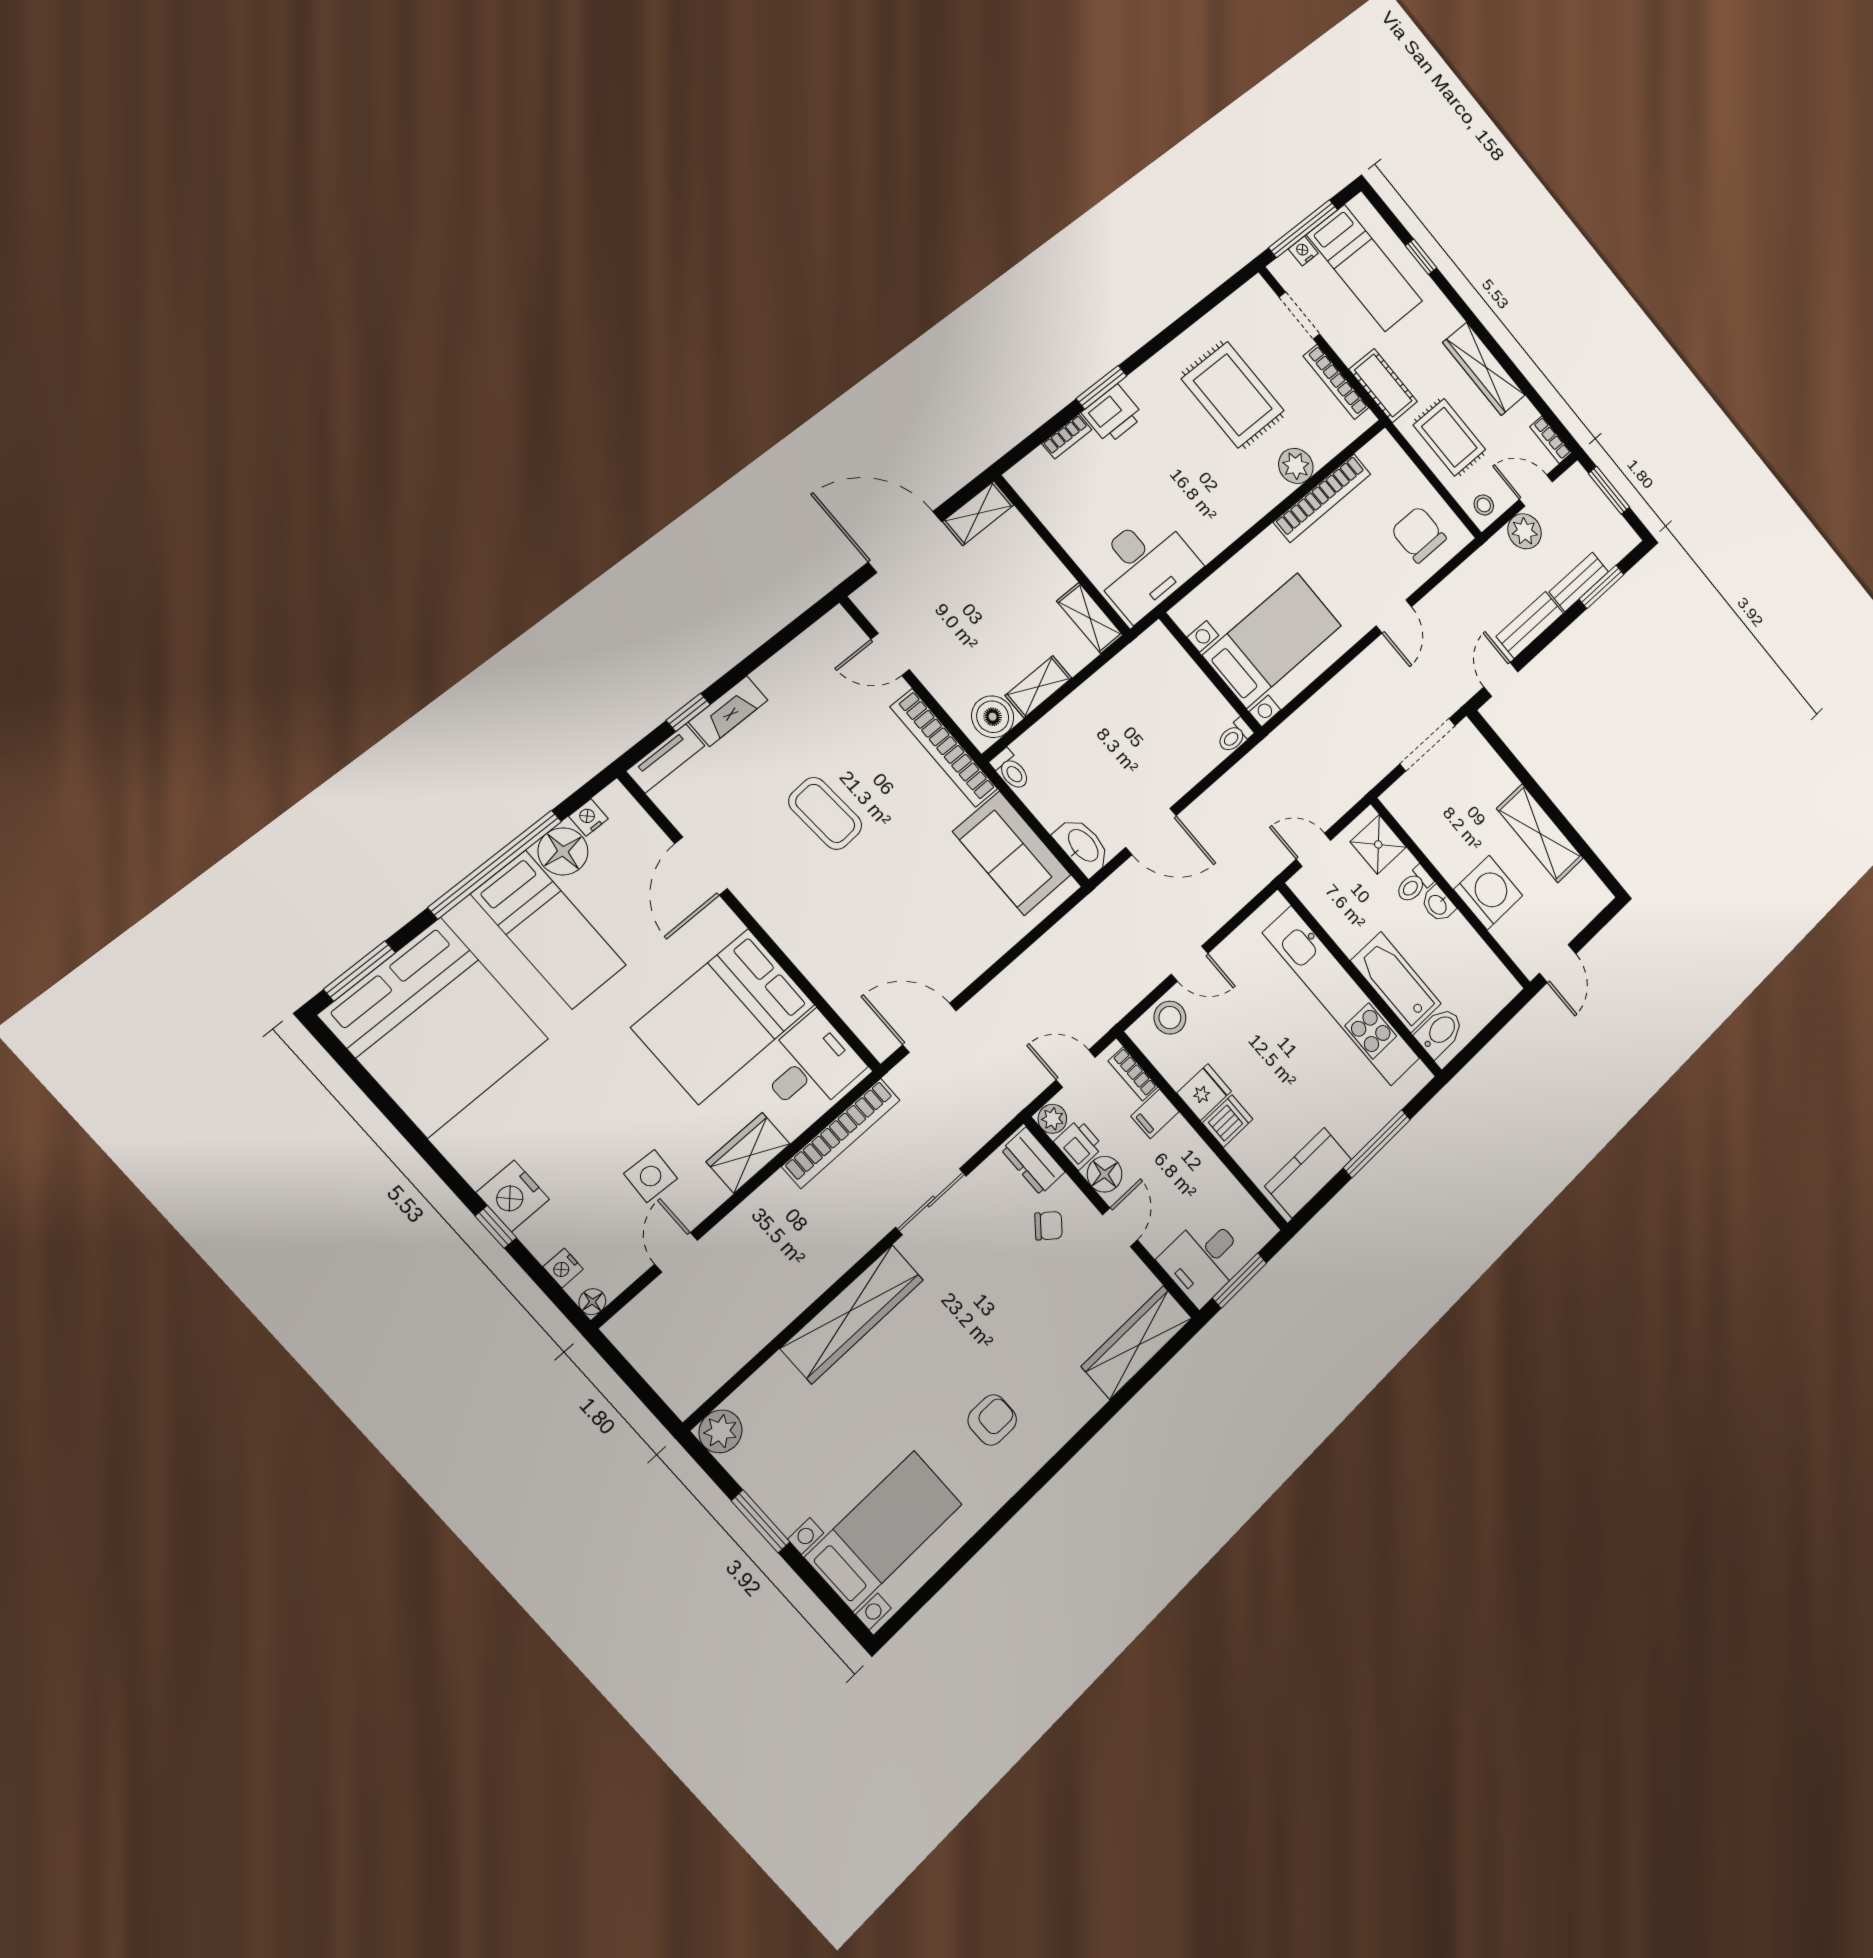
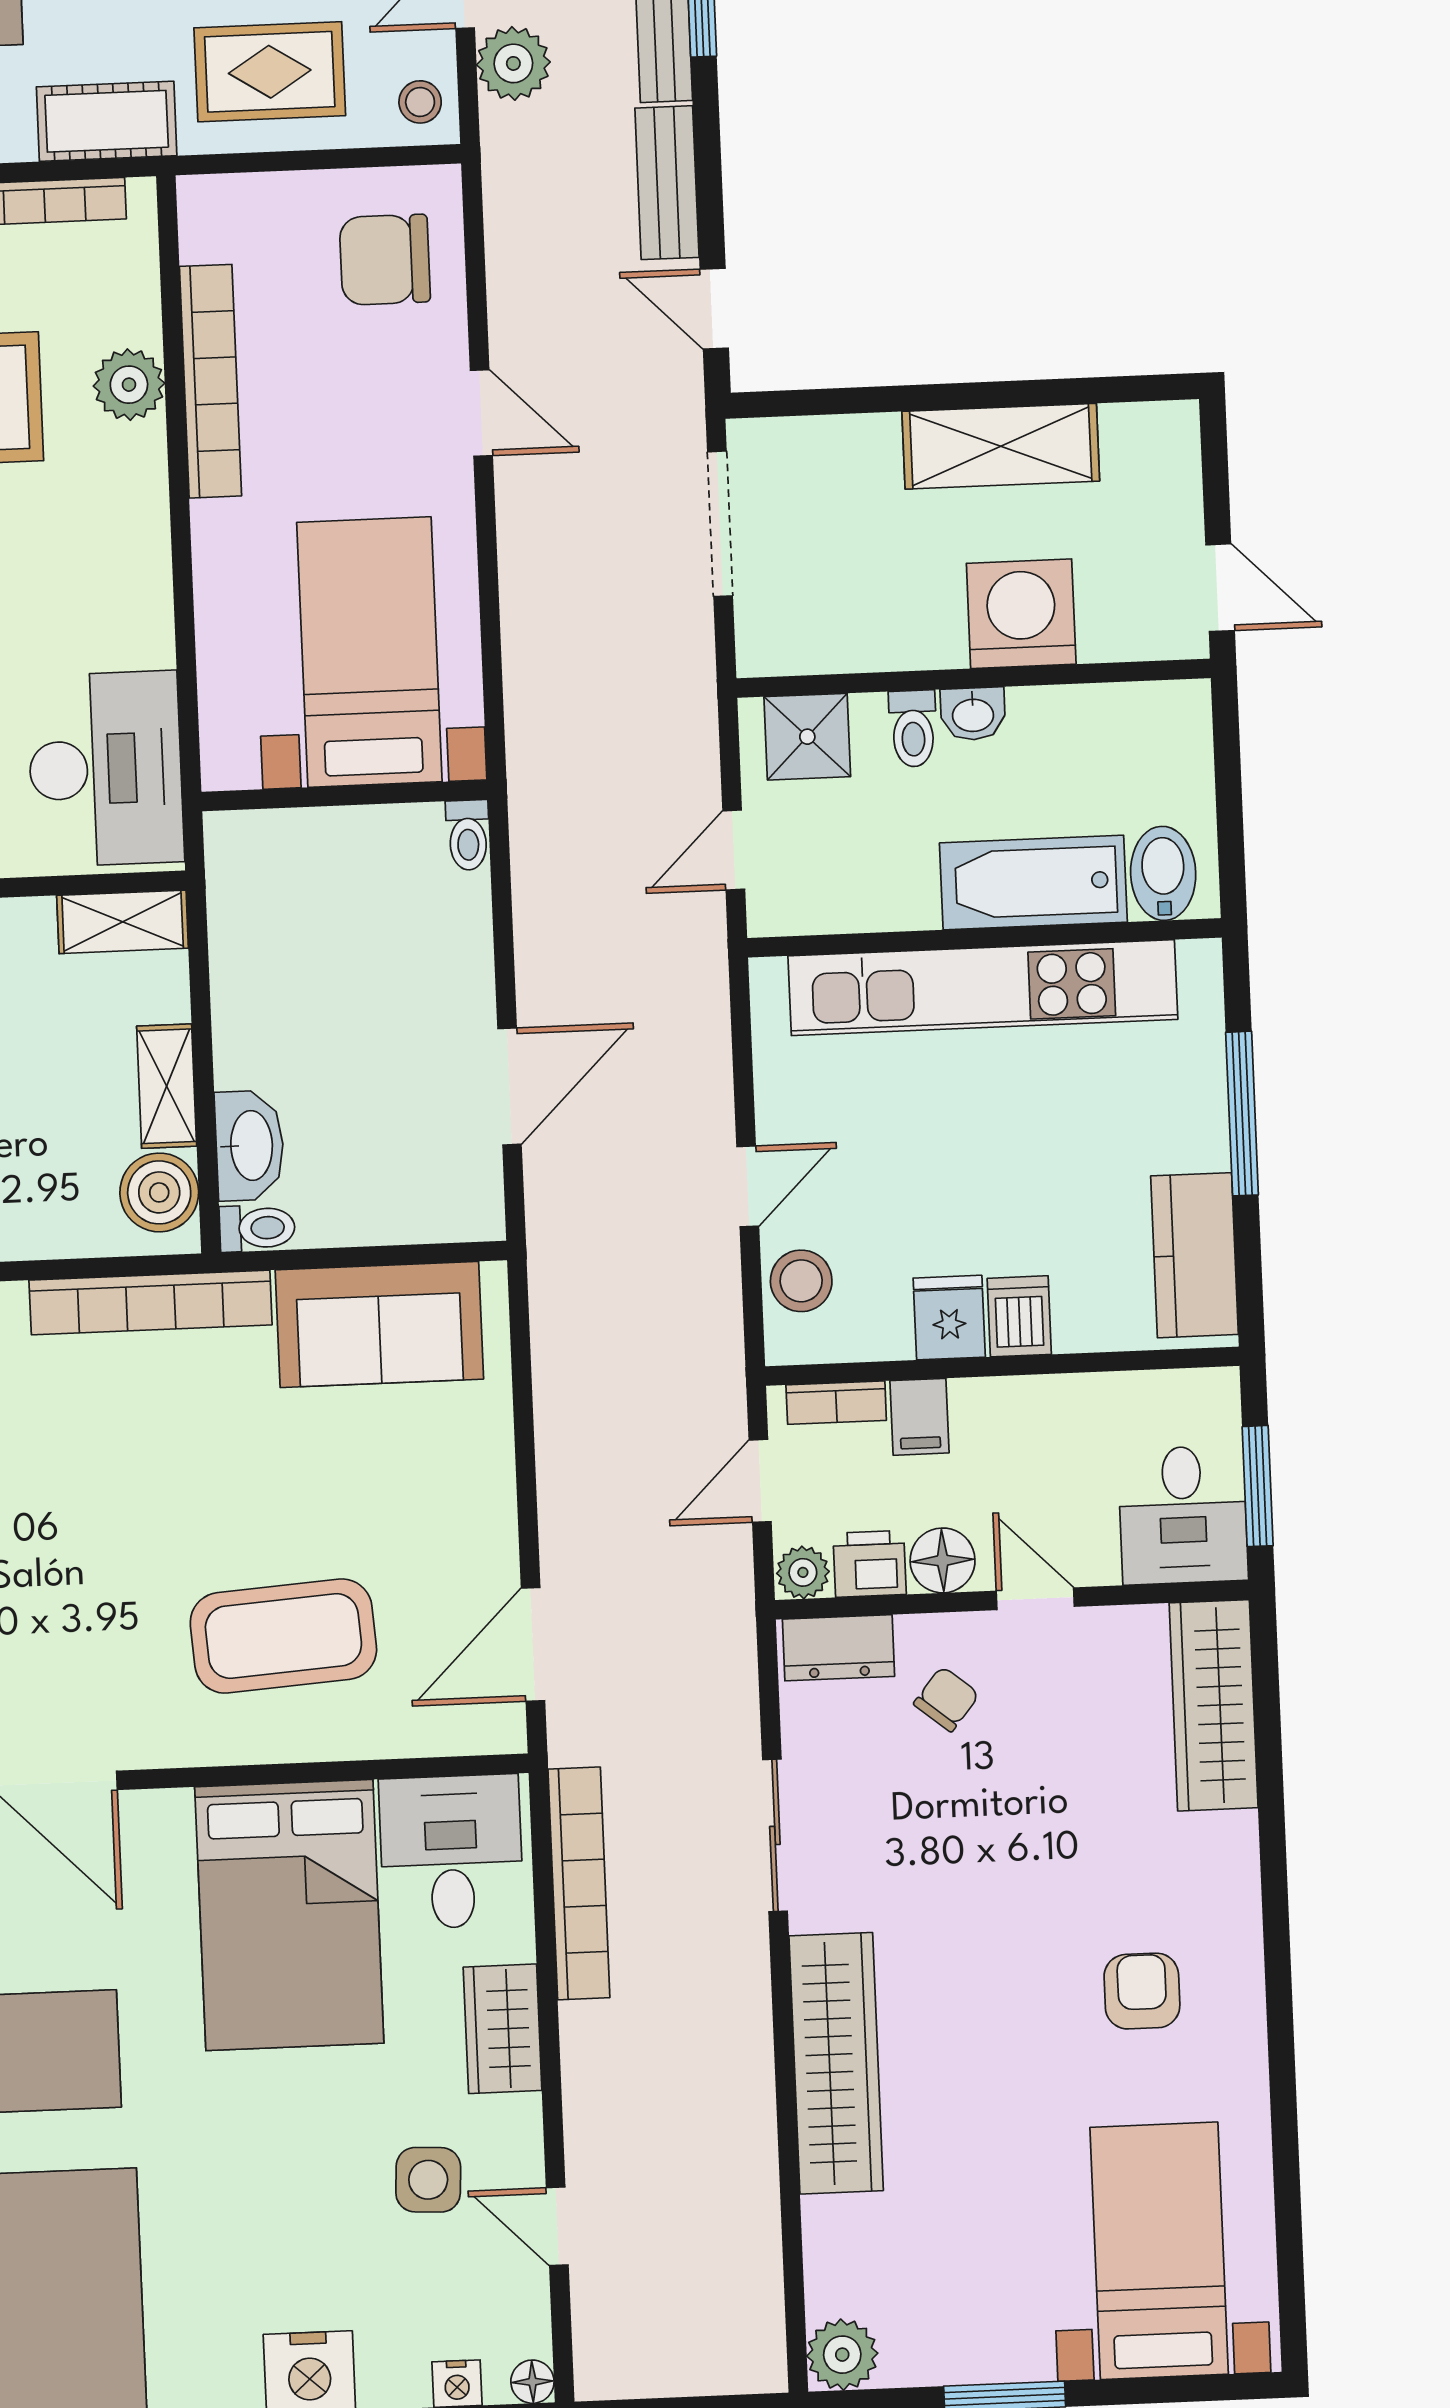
coffee table: (825, 813) -> (283, 1636), moved, width x1.36, depth x1.32
washbasin: (1082, 846) -> (250, 1146), moved, turned 90

